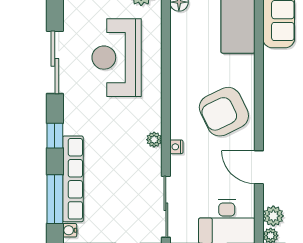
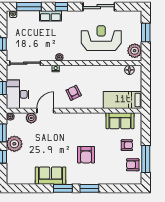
armchair: (224, 112) -> (74, 93), width x0.53, depth x0.53
row of seats: (73, 179) -> (50, 16), width x0.50
plant: (273, 216) -> (31, 118), moved

